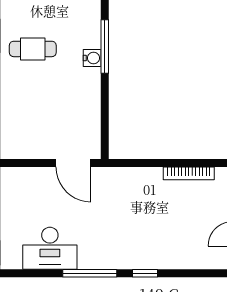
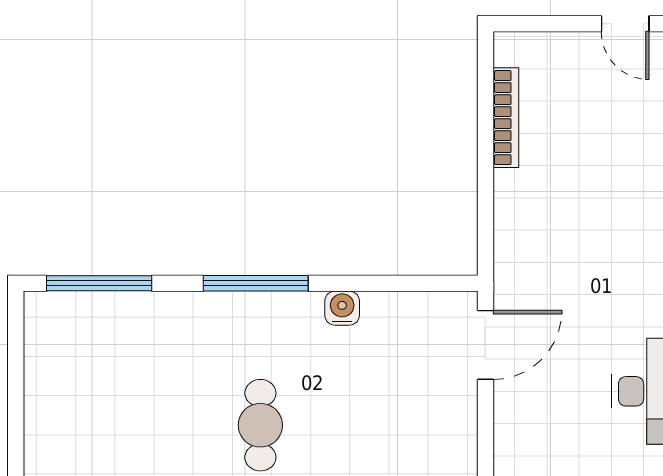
water cooler: (92, 58) -> (342, 308), moved

